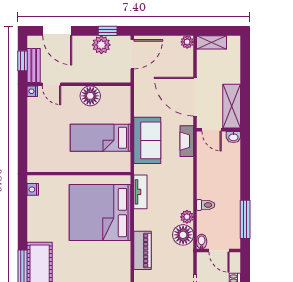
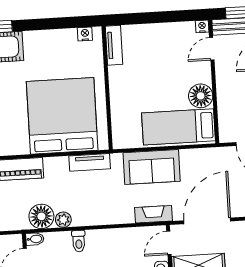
bed: (101, 138) -> (179, 127), moved, turned -90
tv unit: (44, 166) -> (114, 45), added

